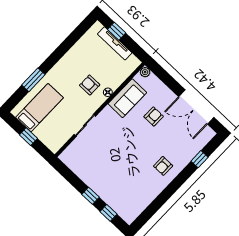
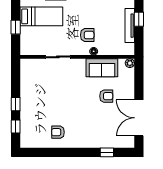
armchair: (90, 85) -> (87, 35), turned 90
armchair: (163, 166) -> (58, 132), moved

